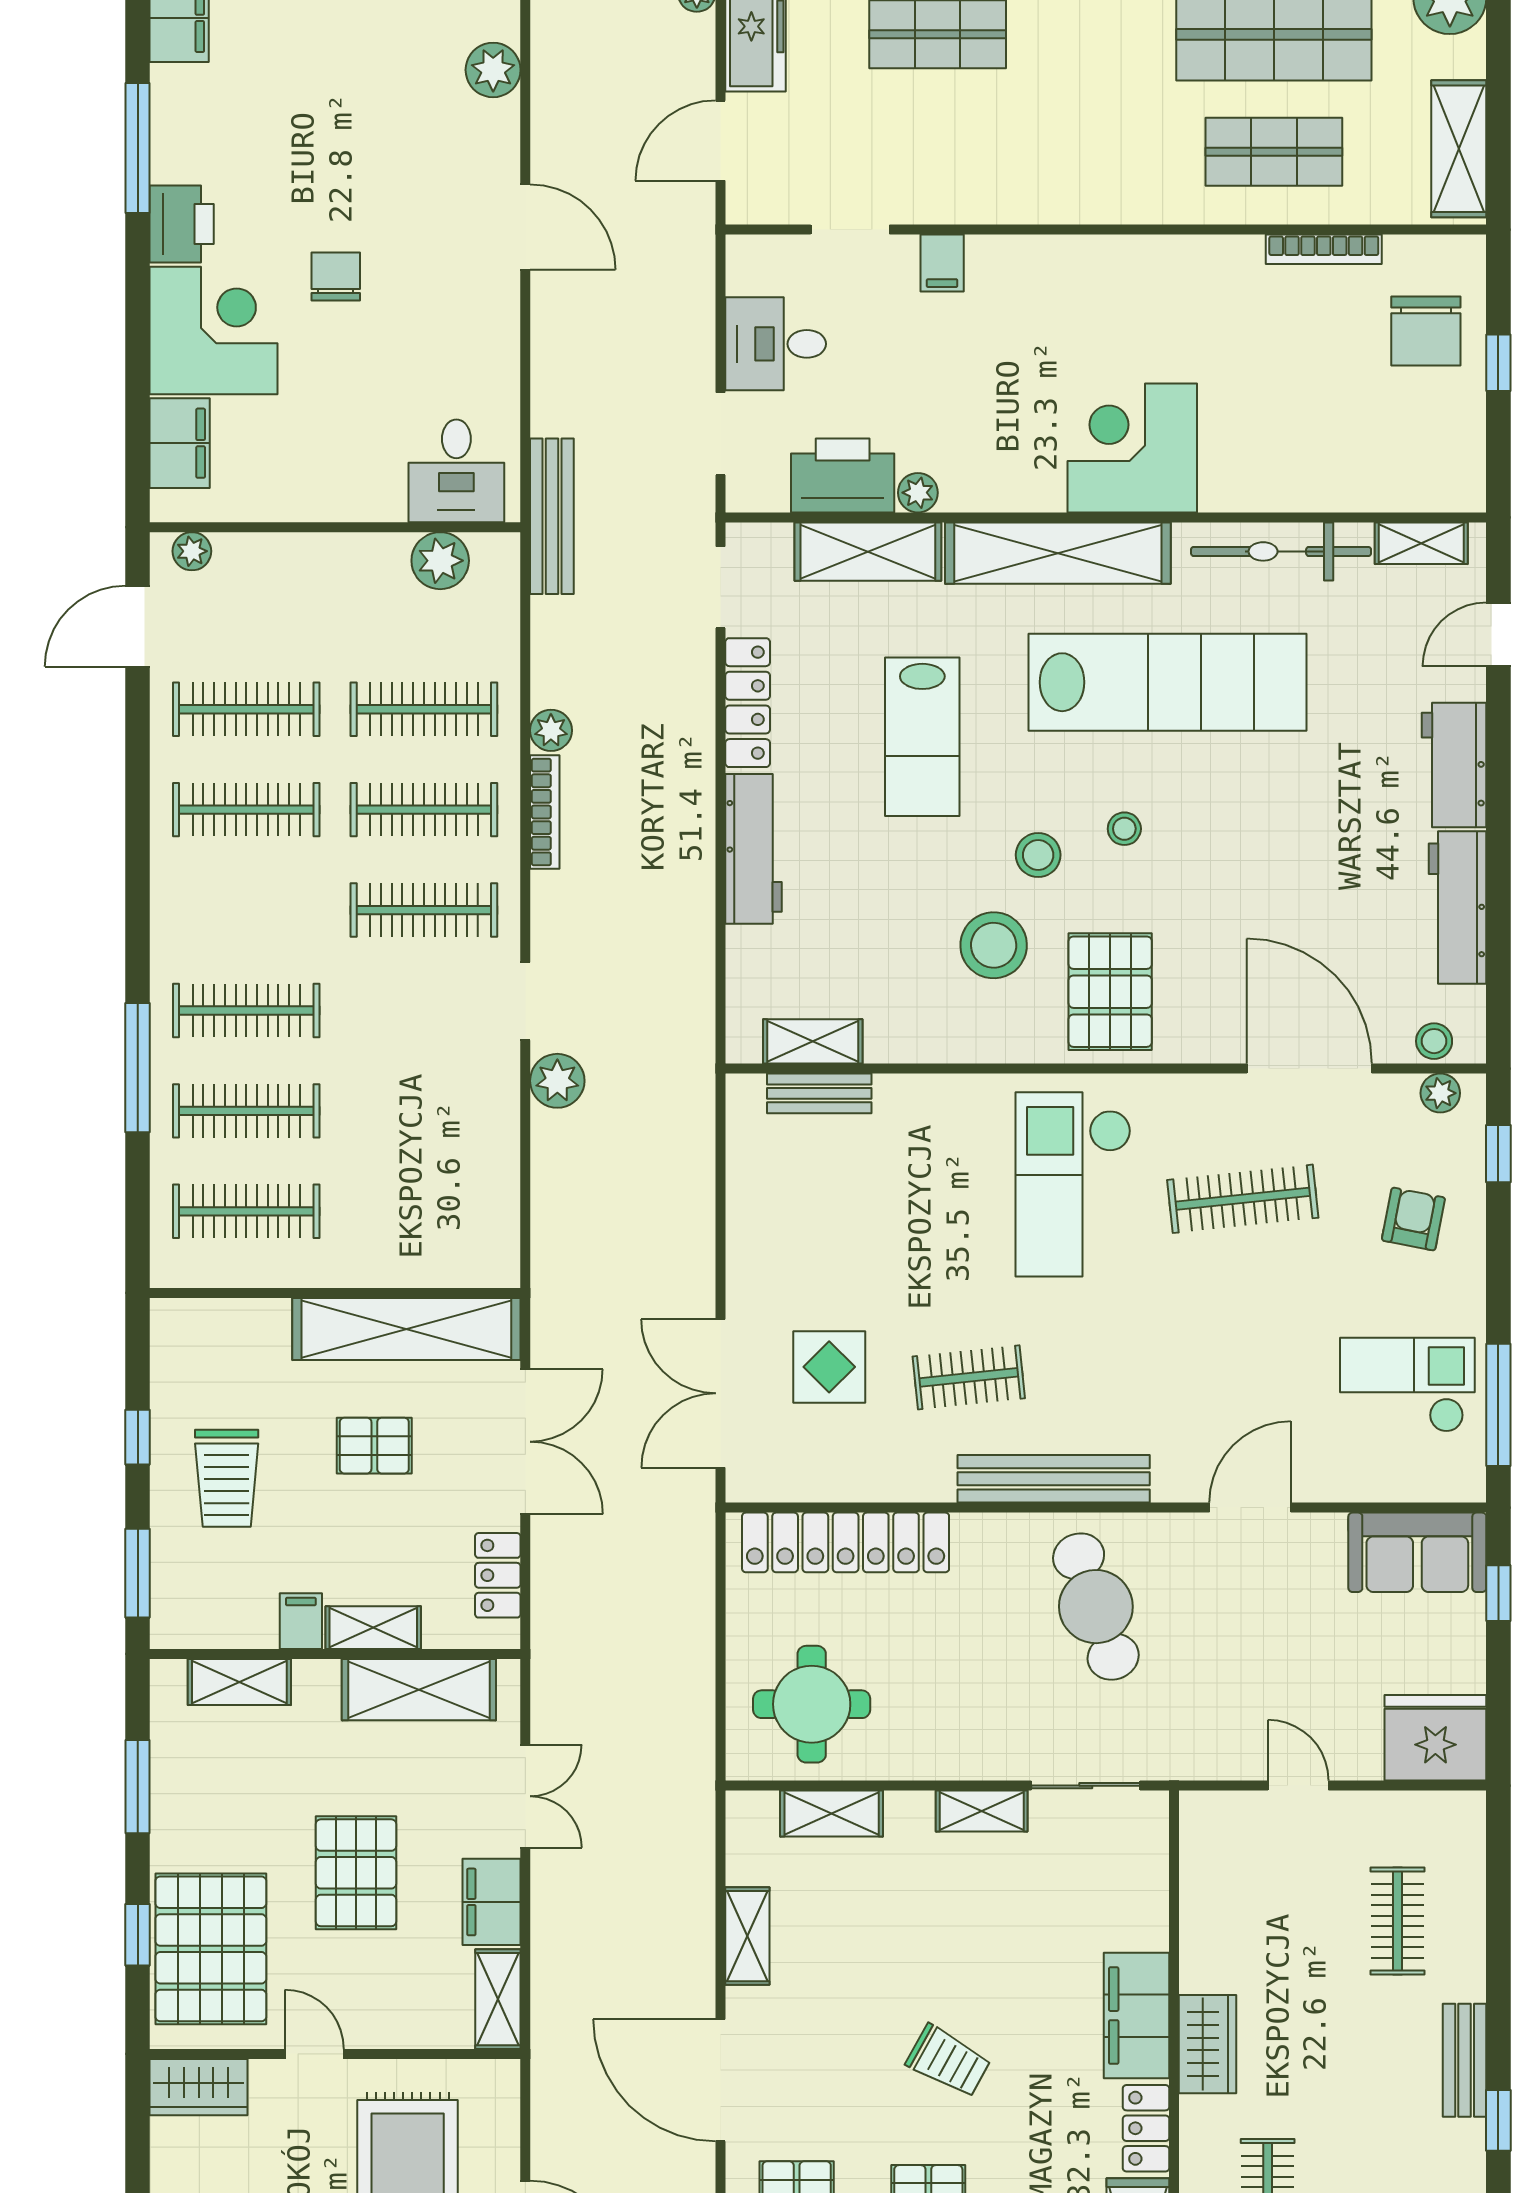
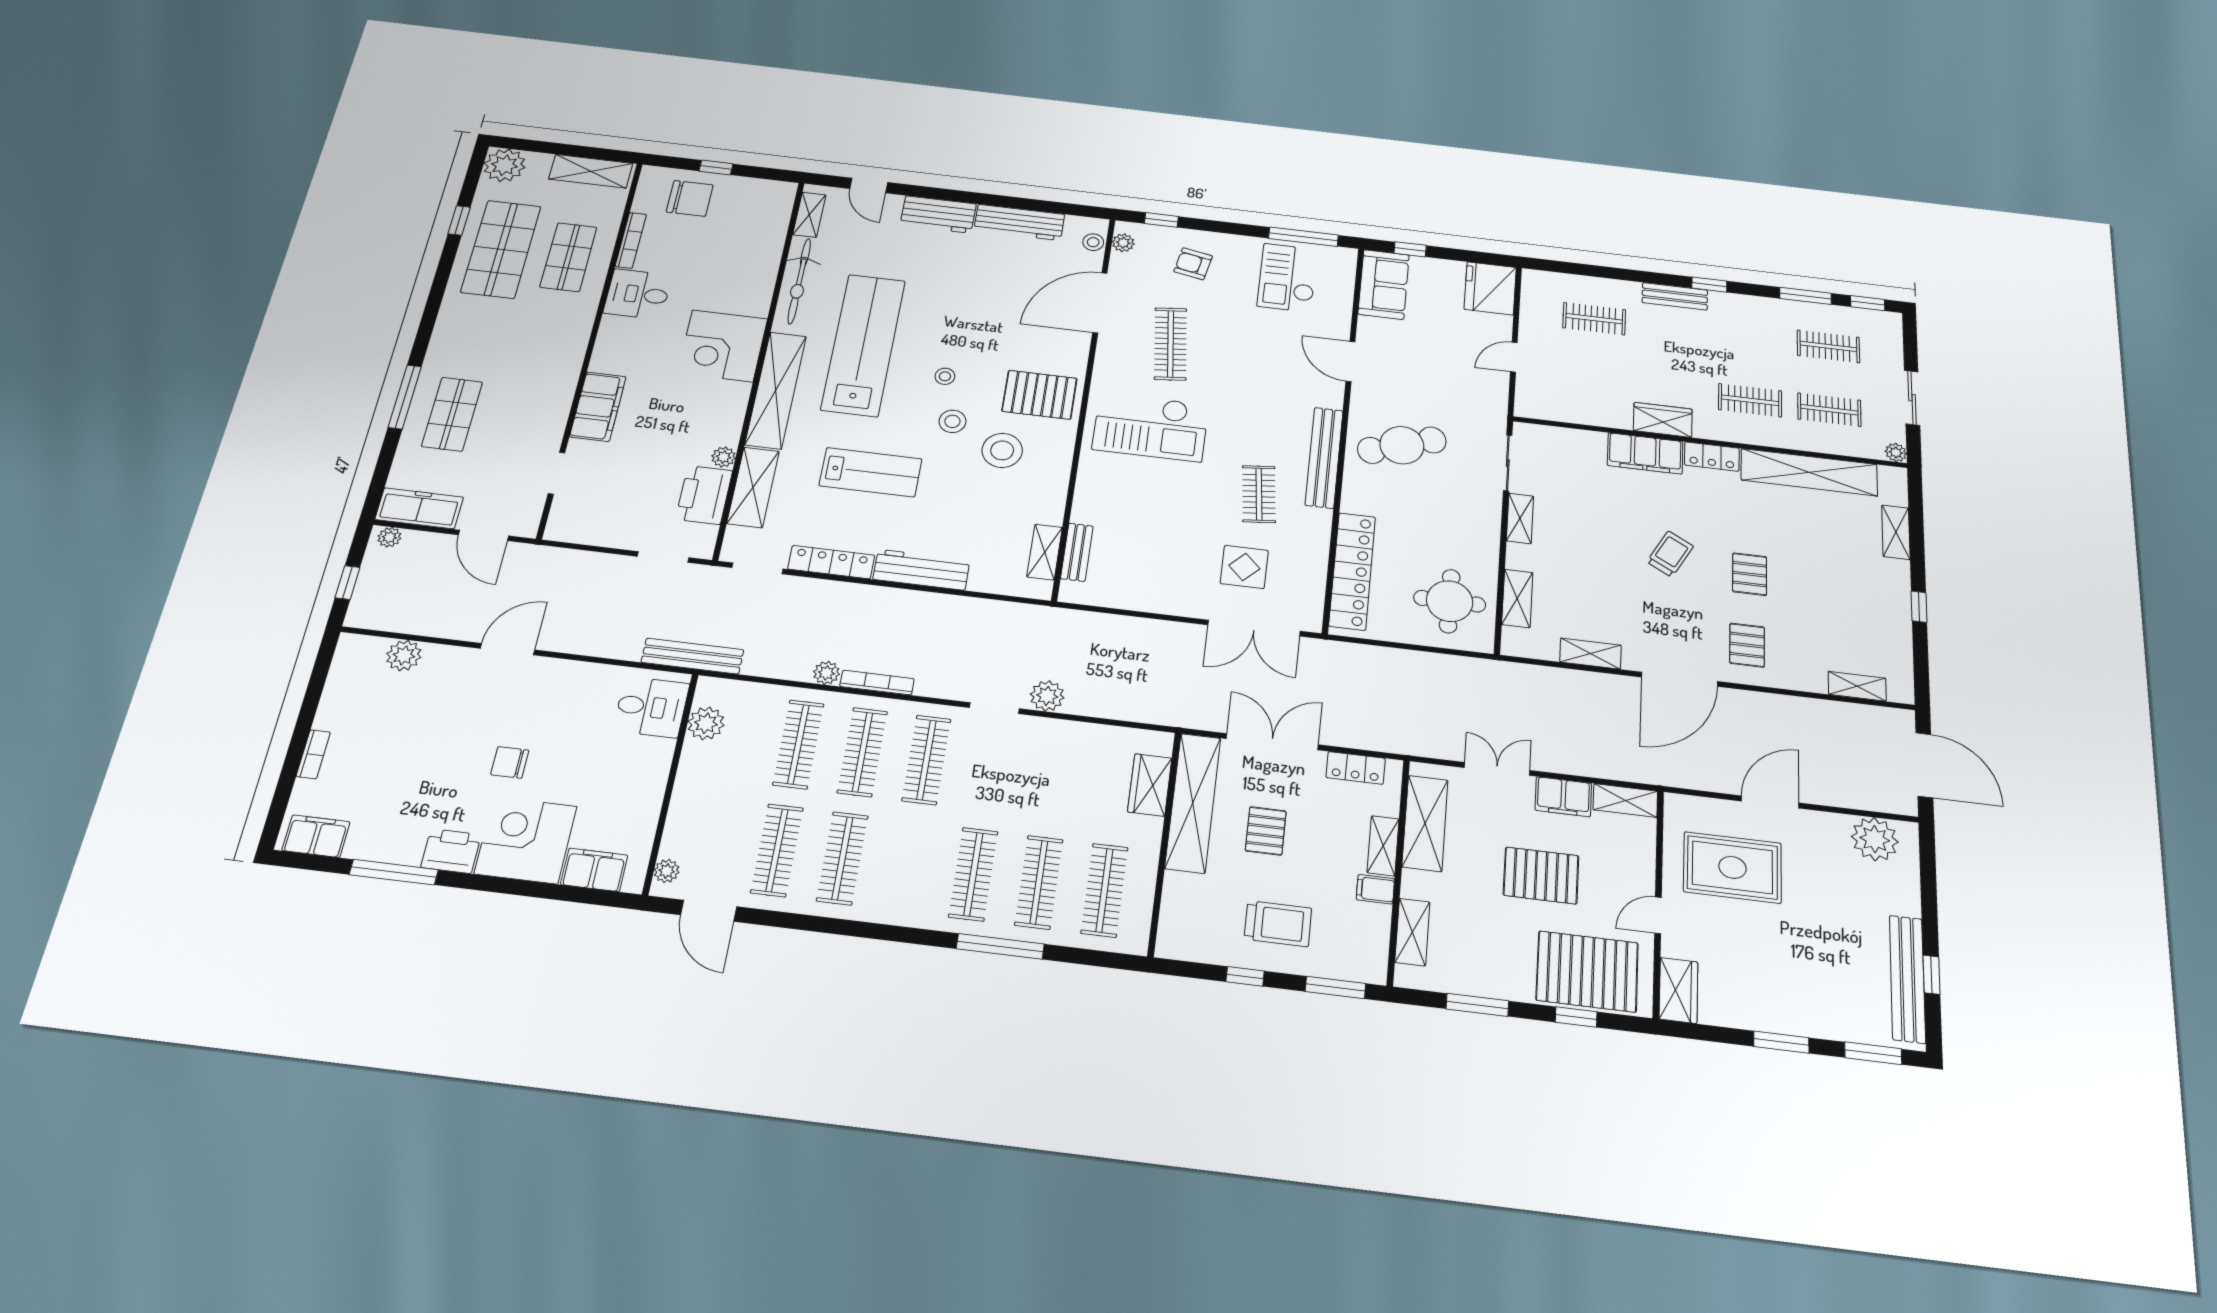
filing cabinet: (942, 263) -> (598, 407), width x3.00, depth x1.17
desk: (776, 344) -> (638, 294), moved, turned 90
wardrobe: (427, 1259) -> (1150, 785), added

